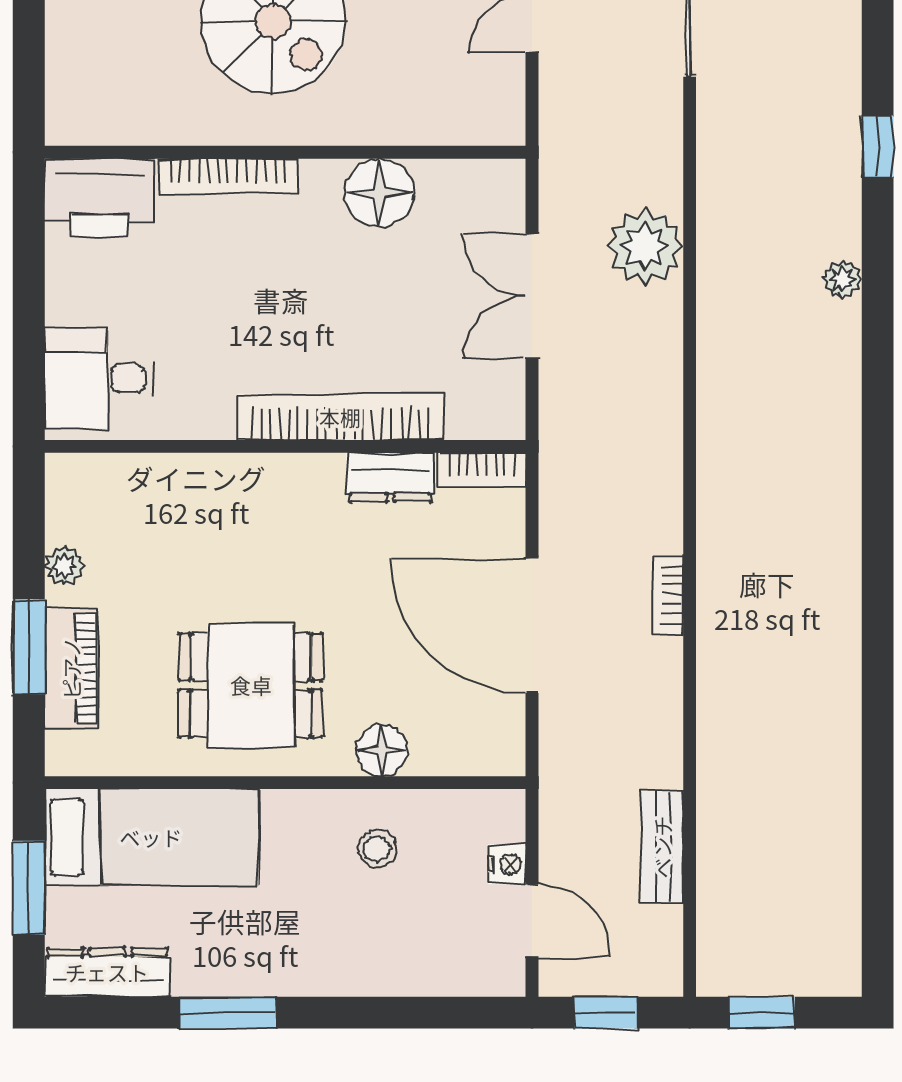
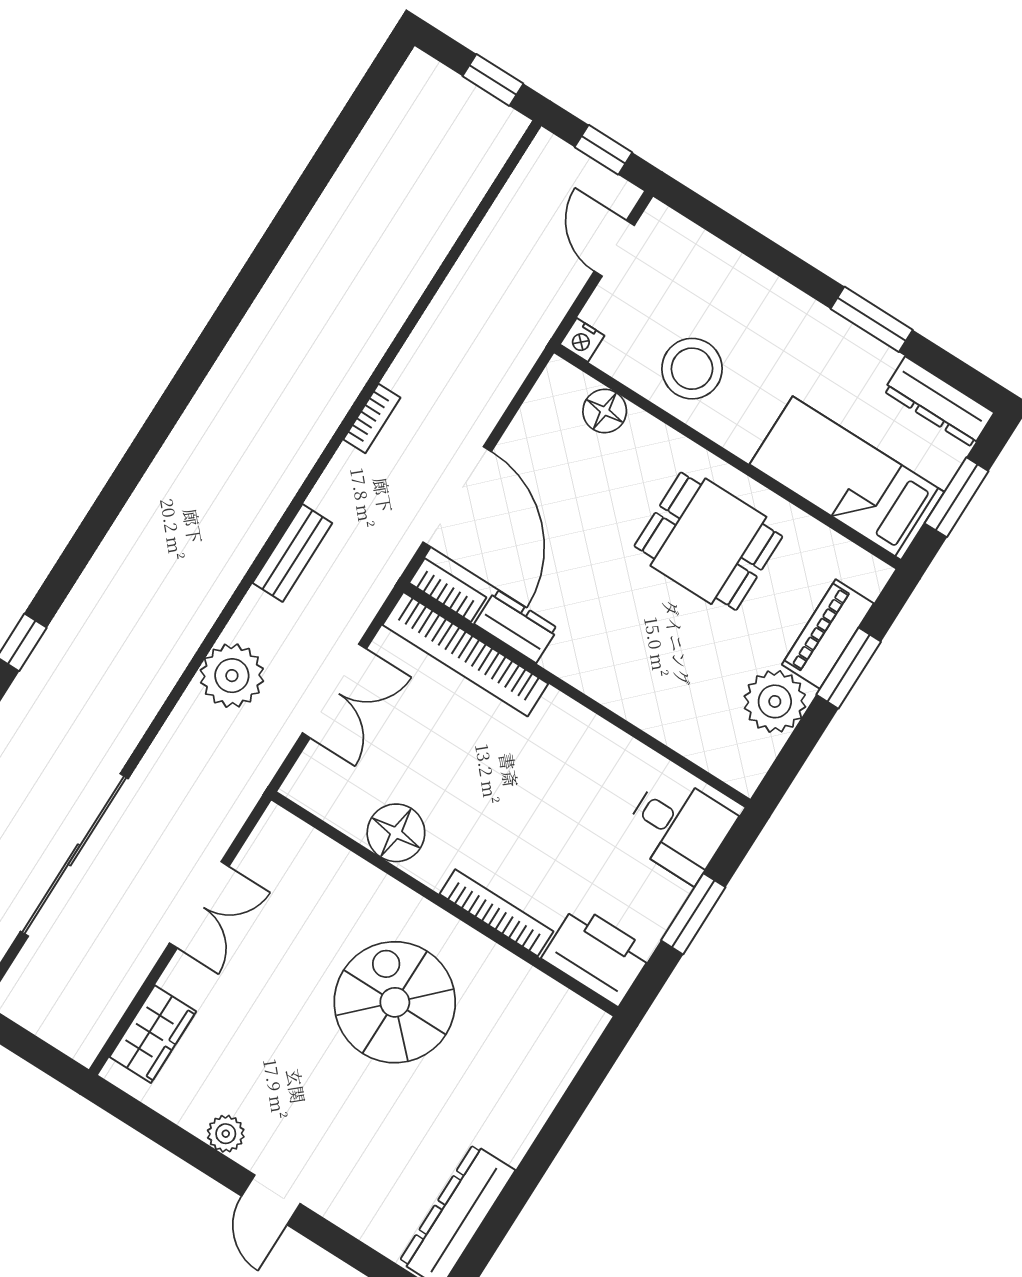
plant: (842, 279) -> (107, 564), removed
window: (29, 301) -> (693, 914), added
bookcase: (340, 417) -> (465, 654), moved
plant: (64, 566) -> (775, 701), width x1.88, depth x1.88
door: (532, 626) -> (457, 497), moved
floor lamp: (382, 750) -> (605, 411), moved
bench: (662, 847) -> (292, 553), moved
stool: (377, 849) -> (692, 369), width x1.89, depth x1.89
nightstand: (507, 864) -> (582, 340), moved, turned -90

